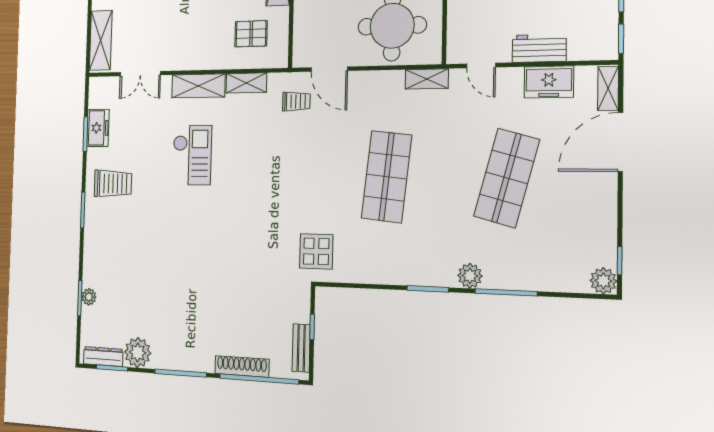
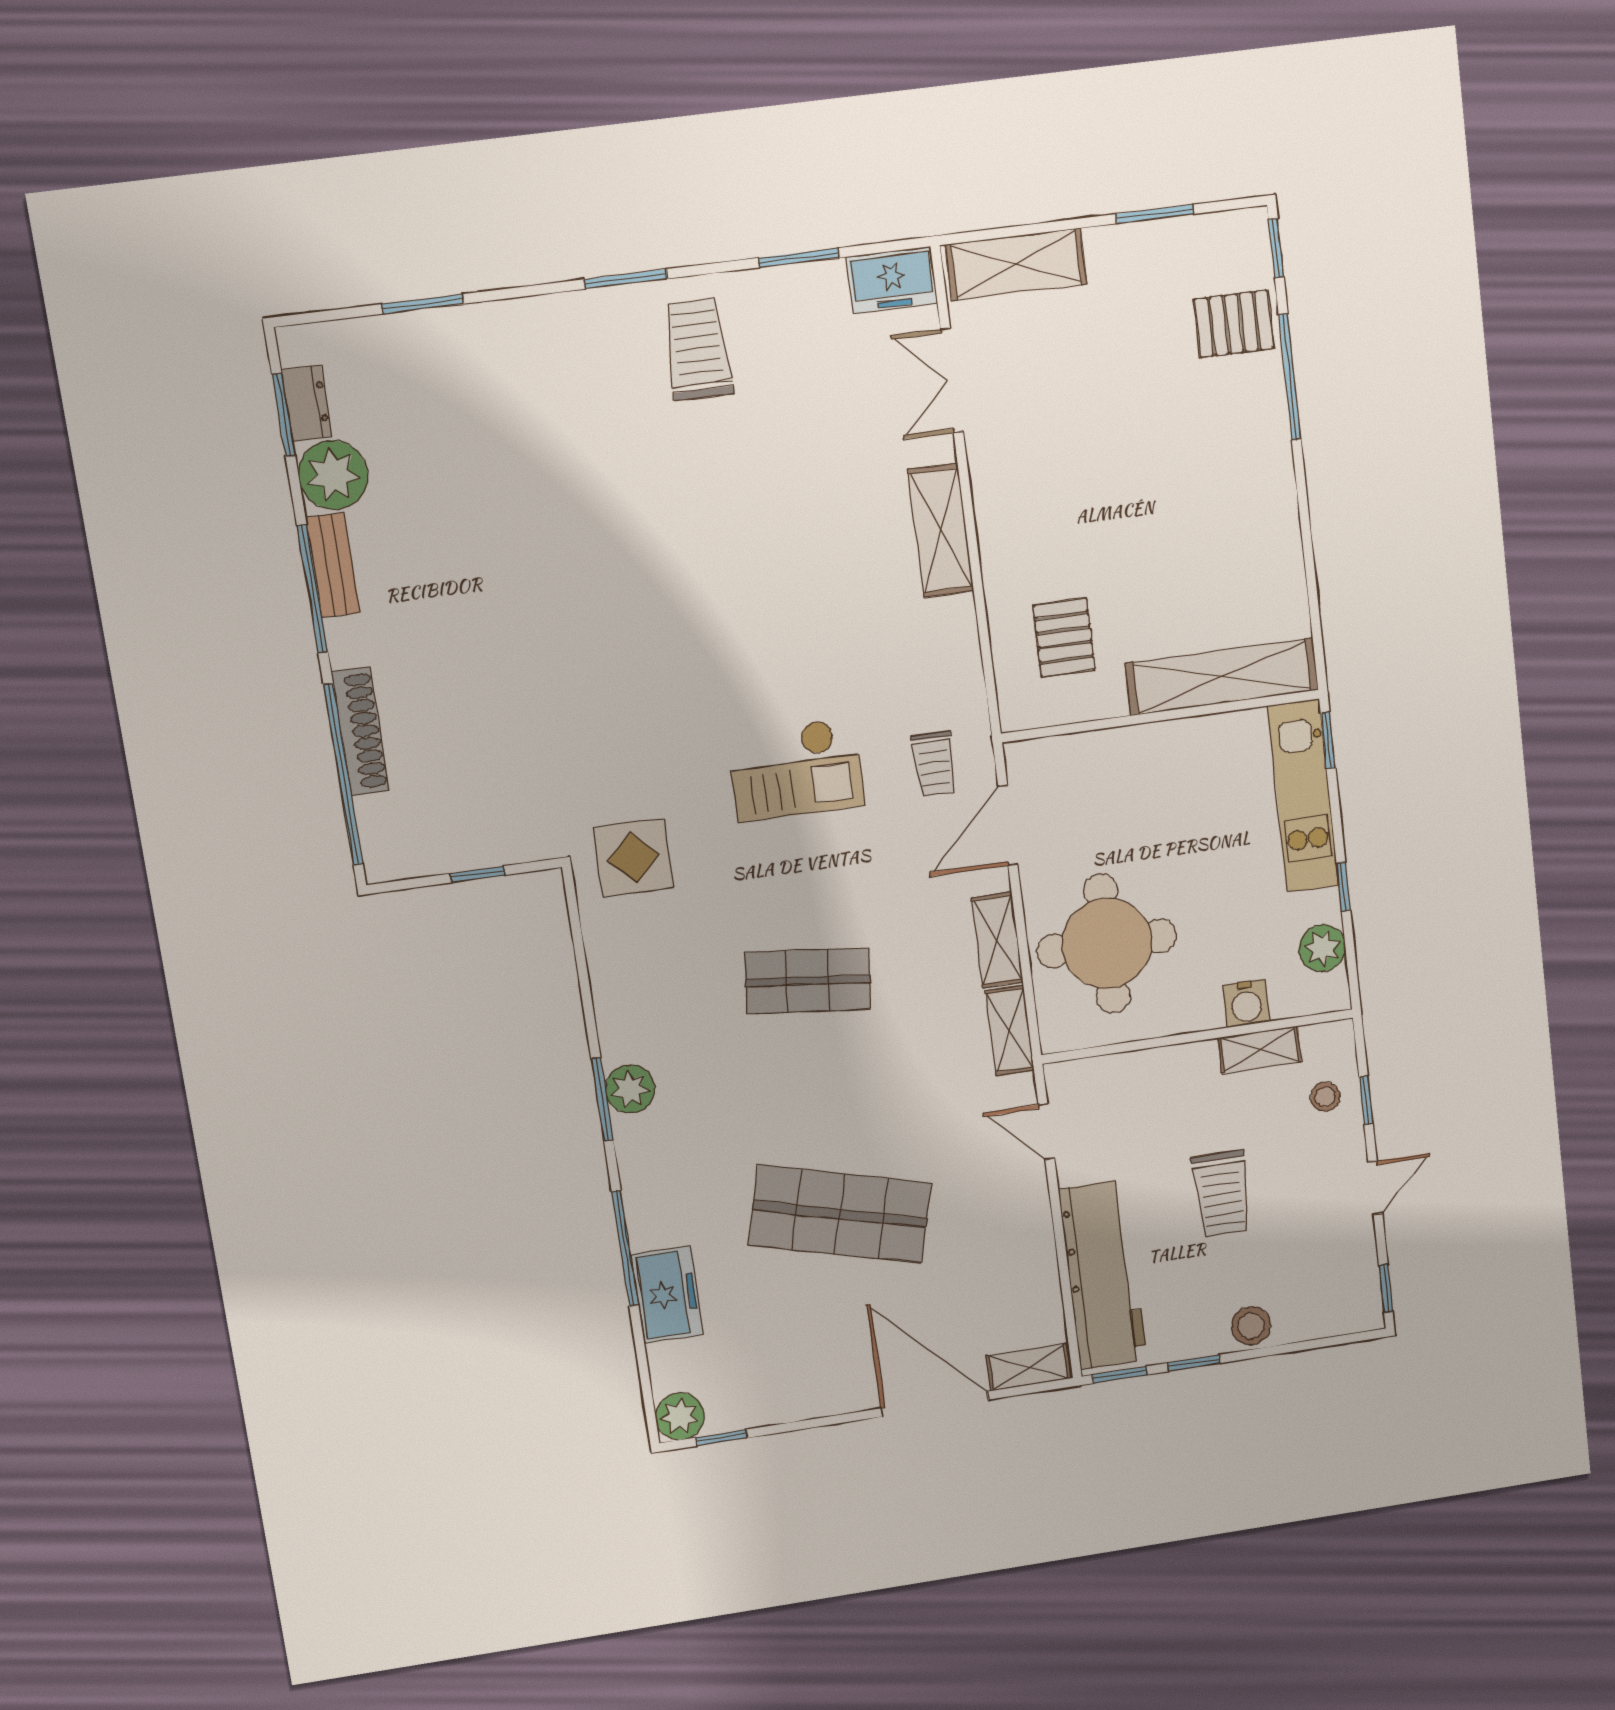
workbench: (539, 48) -> (1103, 1275), width x1.88, depth x1.32
door: (481, 66) -> (1046, 1131), hinge flipped
freezer: (549, 82) -> (667, 1295), moved, turned 180
shelving: (246, 83) -> (997, 940), moved
freezer: (98, 128) -> (892, 280), moved
checkout: (192, 155) -> (796, 769), moved
shop shelf: (387, 177) -> (808, 981), width x0.70, depth x0.74
trolley: (113, 184) -> (698, 349), turned 180
plant: (470, 276) -> (630, 1089), moved
plant: (89, 297) -> (431, 328), removed
bench: (301, 348) -> (333, 565), moved, turned 90
dresser: (103, 356) -> (307, 403), width x0.70

